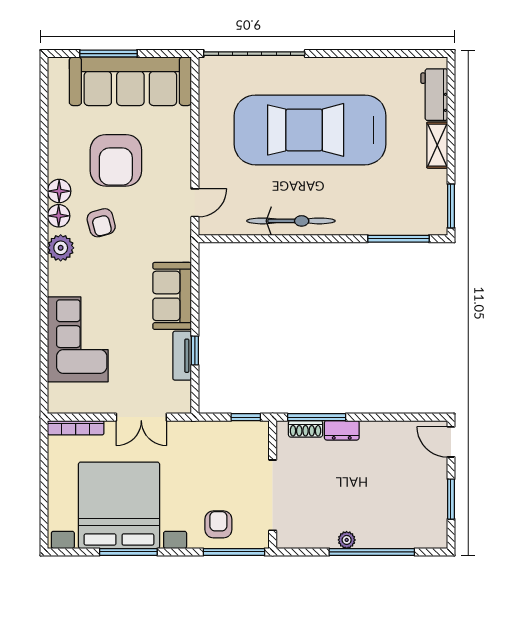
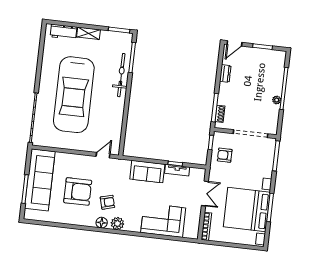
floor lamp: (59, 191) -> (90, 221), removed
door: (195, 203) -> (103, 155), hinge flipped
bicycle: (291, 221) -> (121, 75), moved
dresser: (342, 430) -> (225, 73), moved
armchair: (218, 524) -> (225, 155), moved

